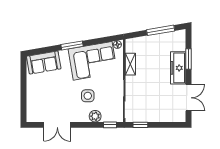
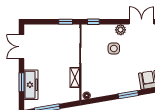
corner sofa: (93, 61) -> (109, 80), removed
freezer: (178, 68) -> (31, 85), moved
plant: (95, 116) -> (121, 30), moved

